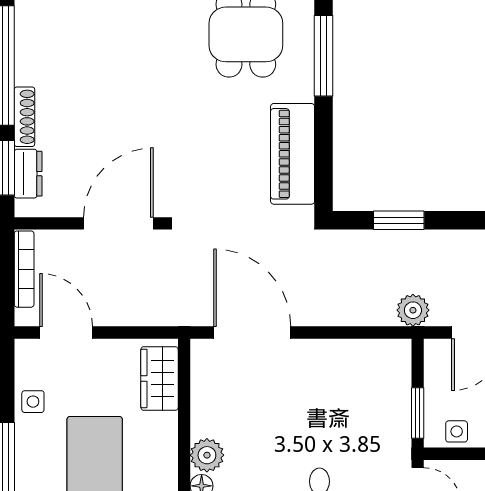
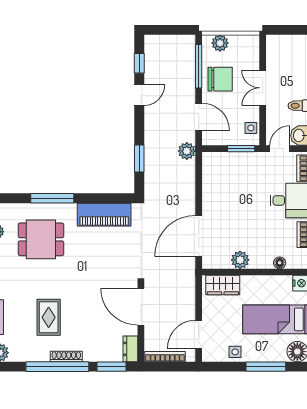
rug: (98, 49) -> (49, 317), added
shoe rack: (24, 117) -> (66, 356), moved
dresser: (28, 174) -> (130, 349), moved, turned -90
plant: (207, 455) -> (240, 260), moved

